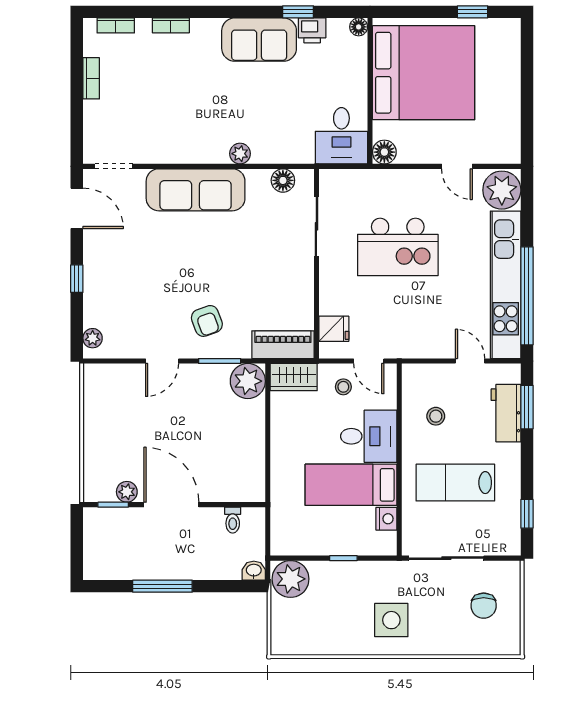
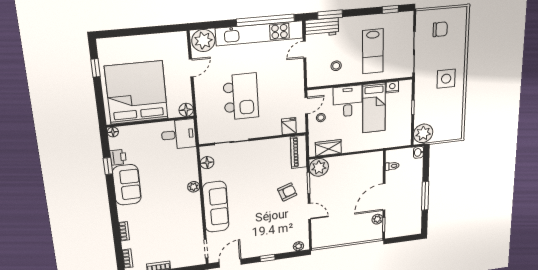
wardrobe: (294, 377) -> (328, 148), moved, turned -90
workbench: (506, 413) -> (322, 27), moved

